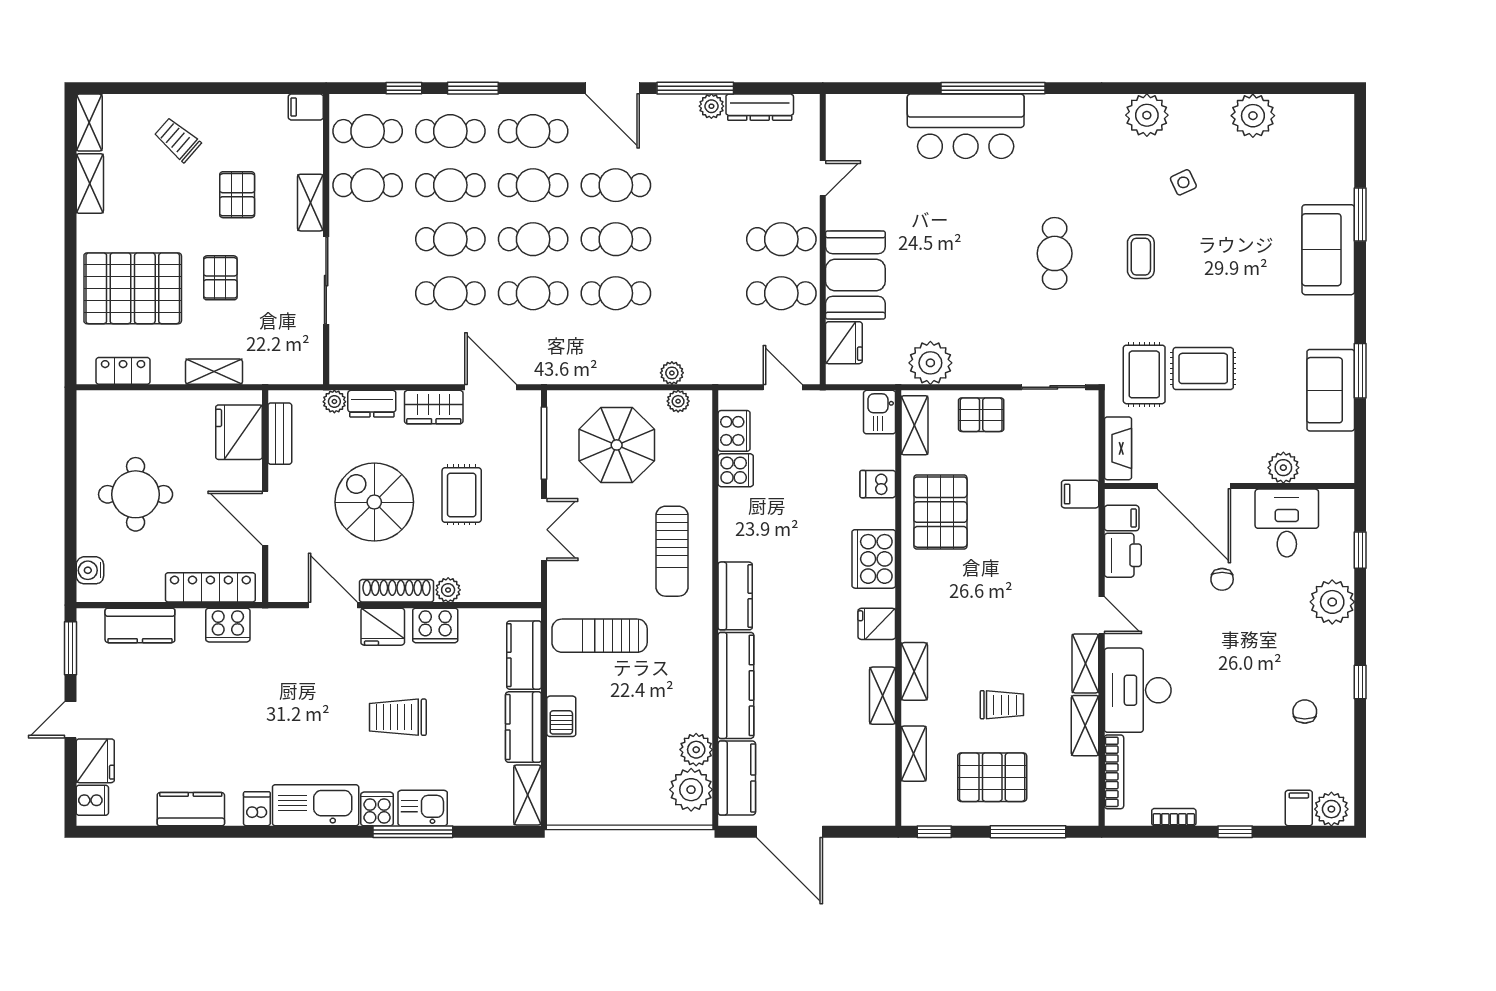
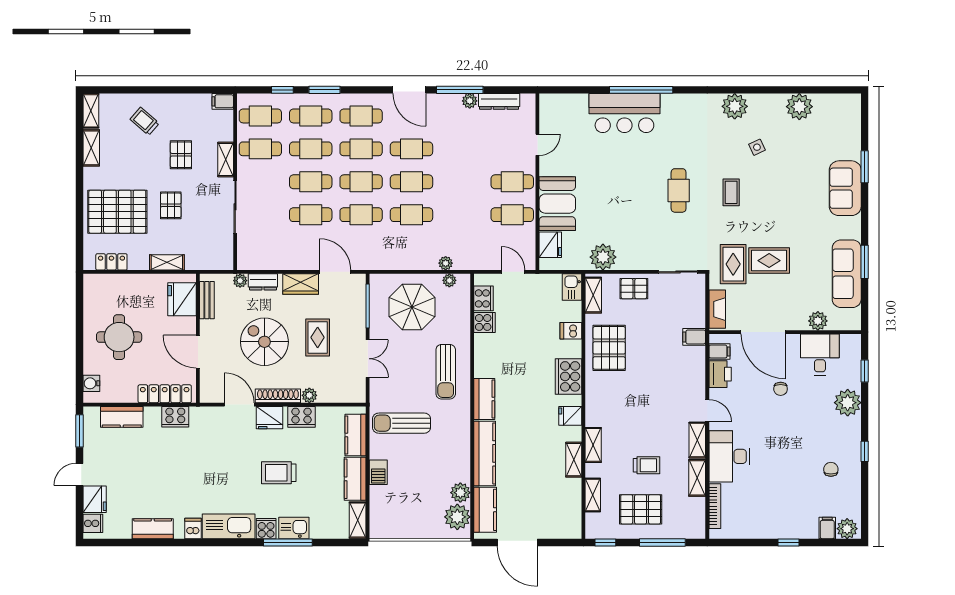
sofa: (1331, 390) -> (847, 274), width x1.36
bookcase: (1174, 817) -> (751, 534), removed

